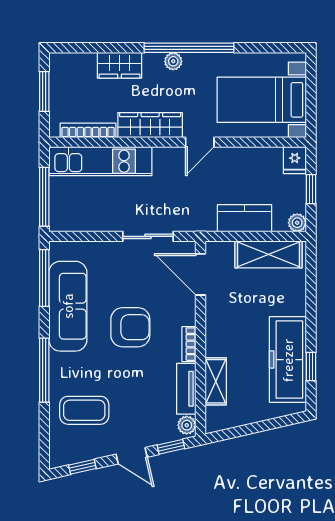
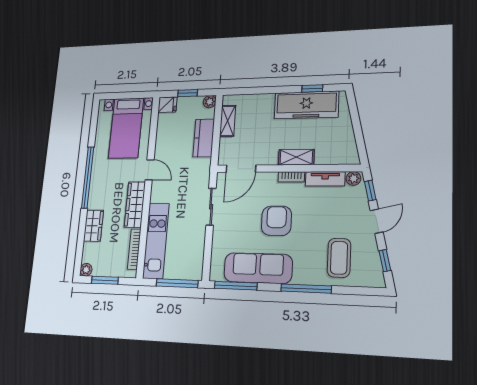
plant: (173, 61) -> (86, 270), moved
shelving: (269, 254) -> (228, 121), width x0.67, depth x0.75
shelving: (216, 381) -> (296, 157), moved

